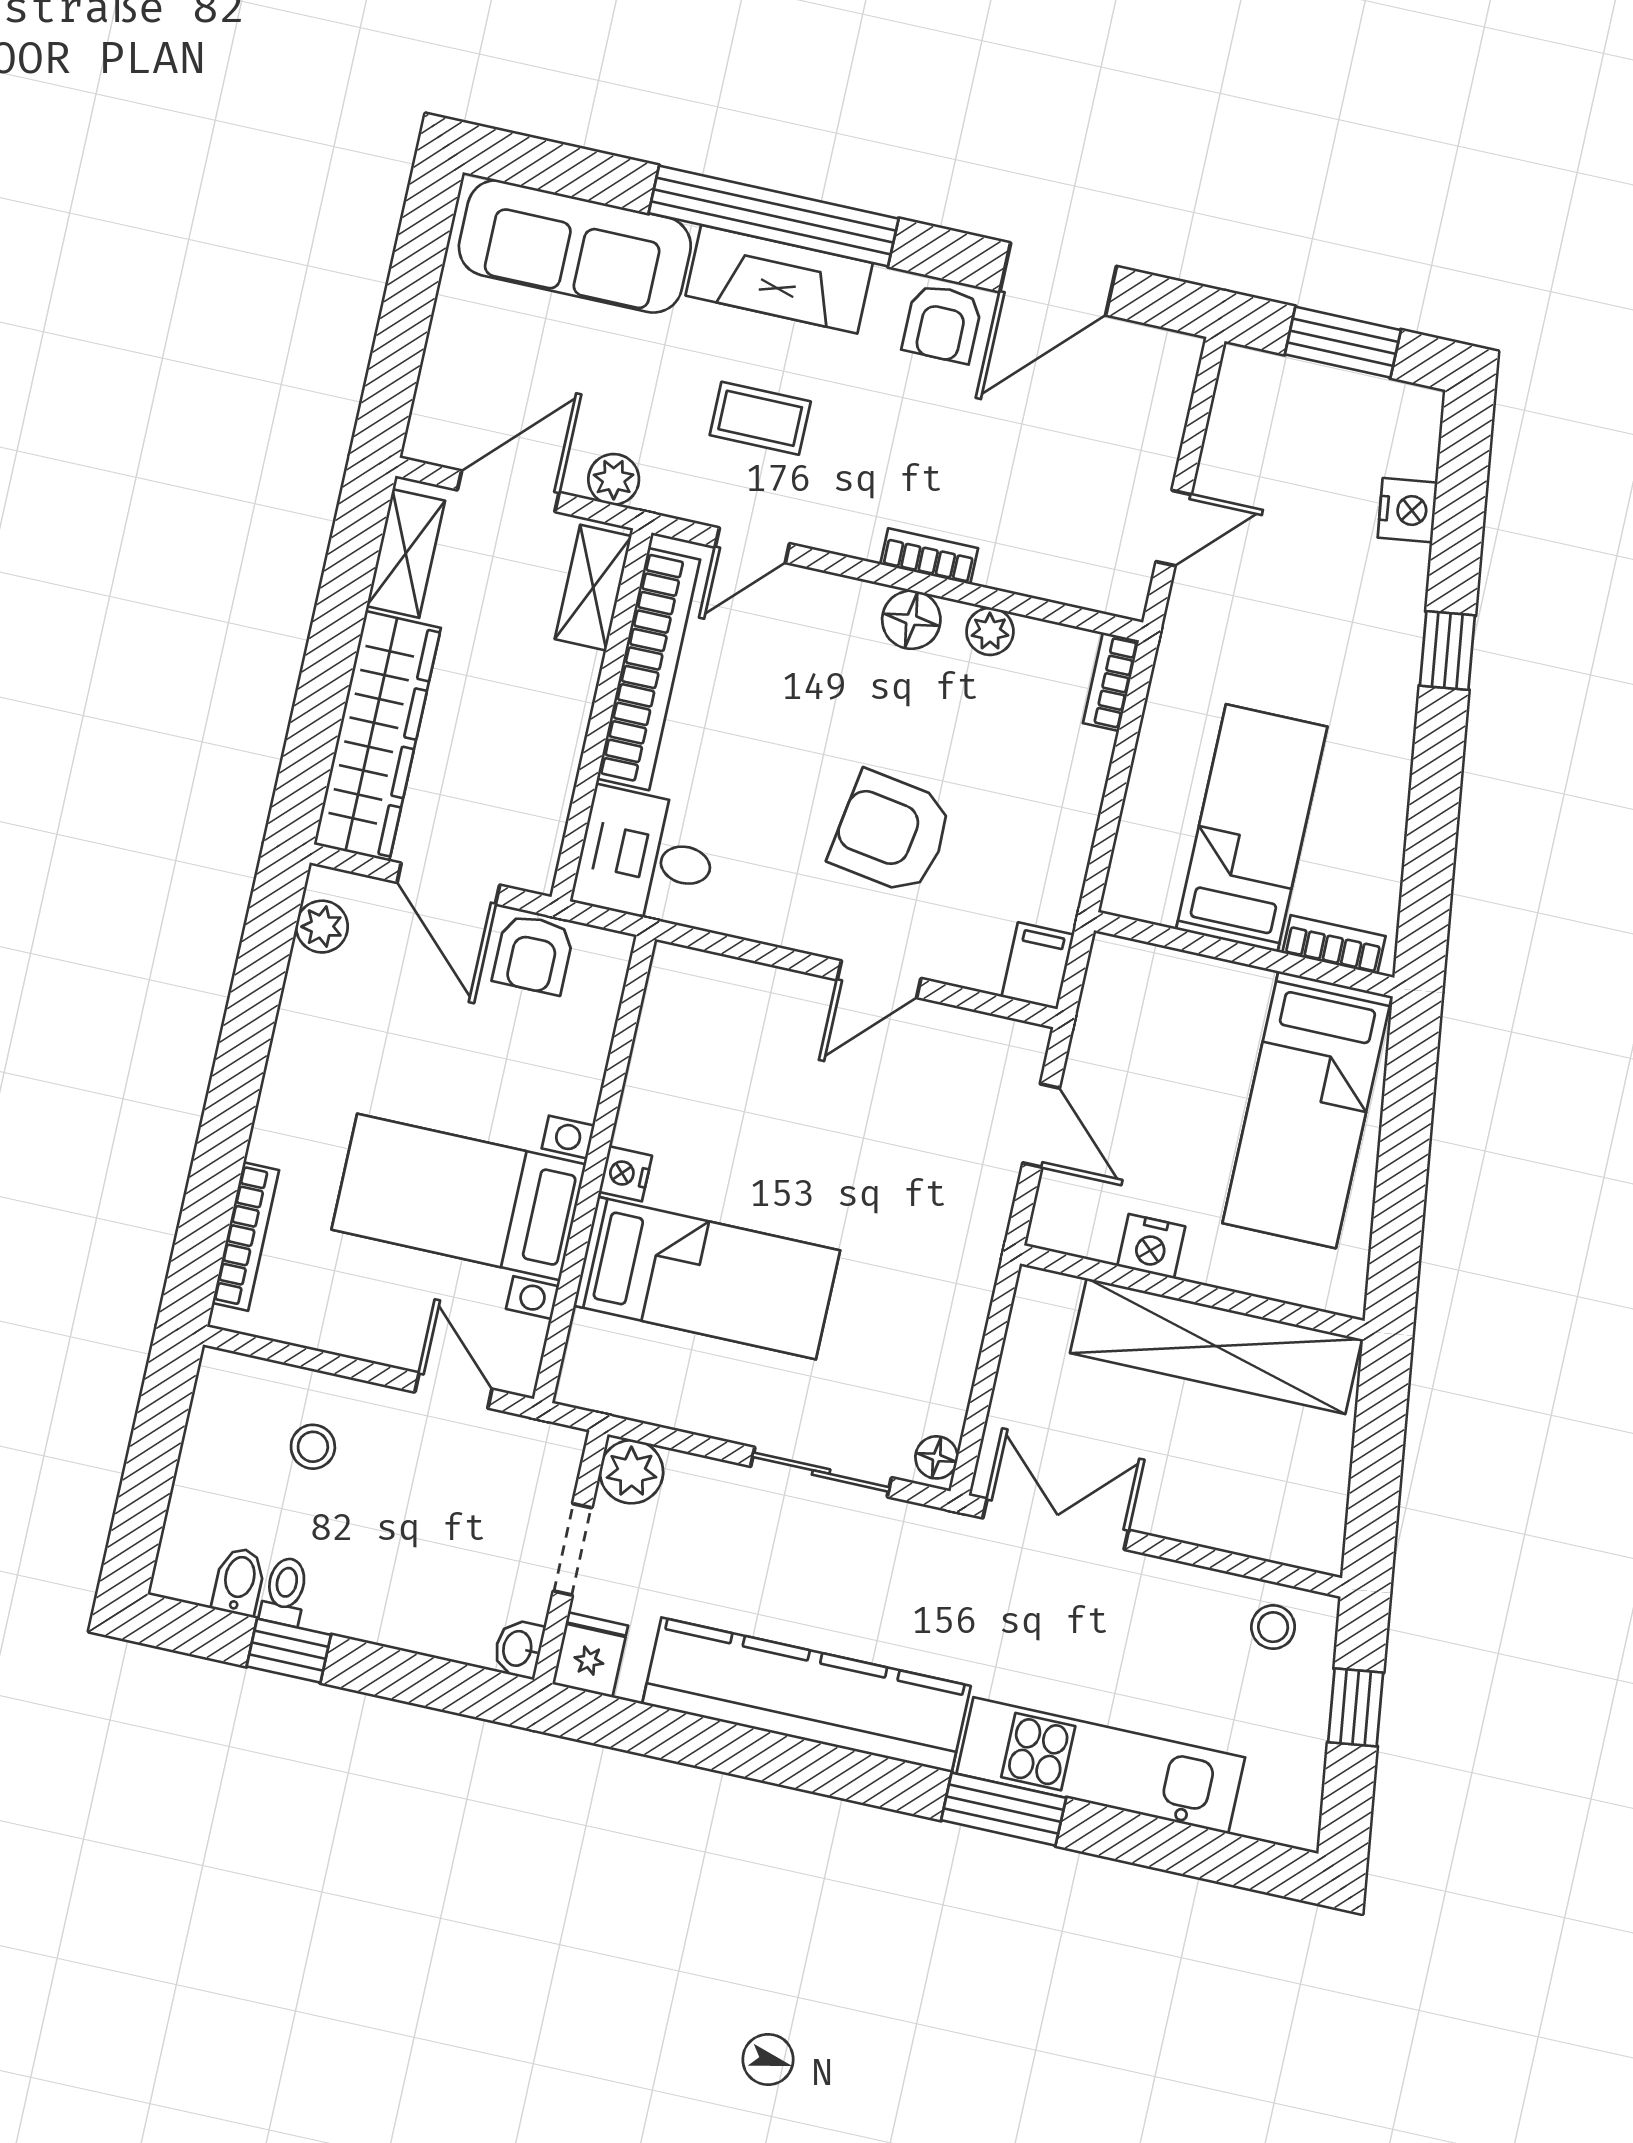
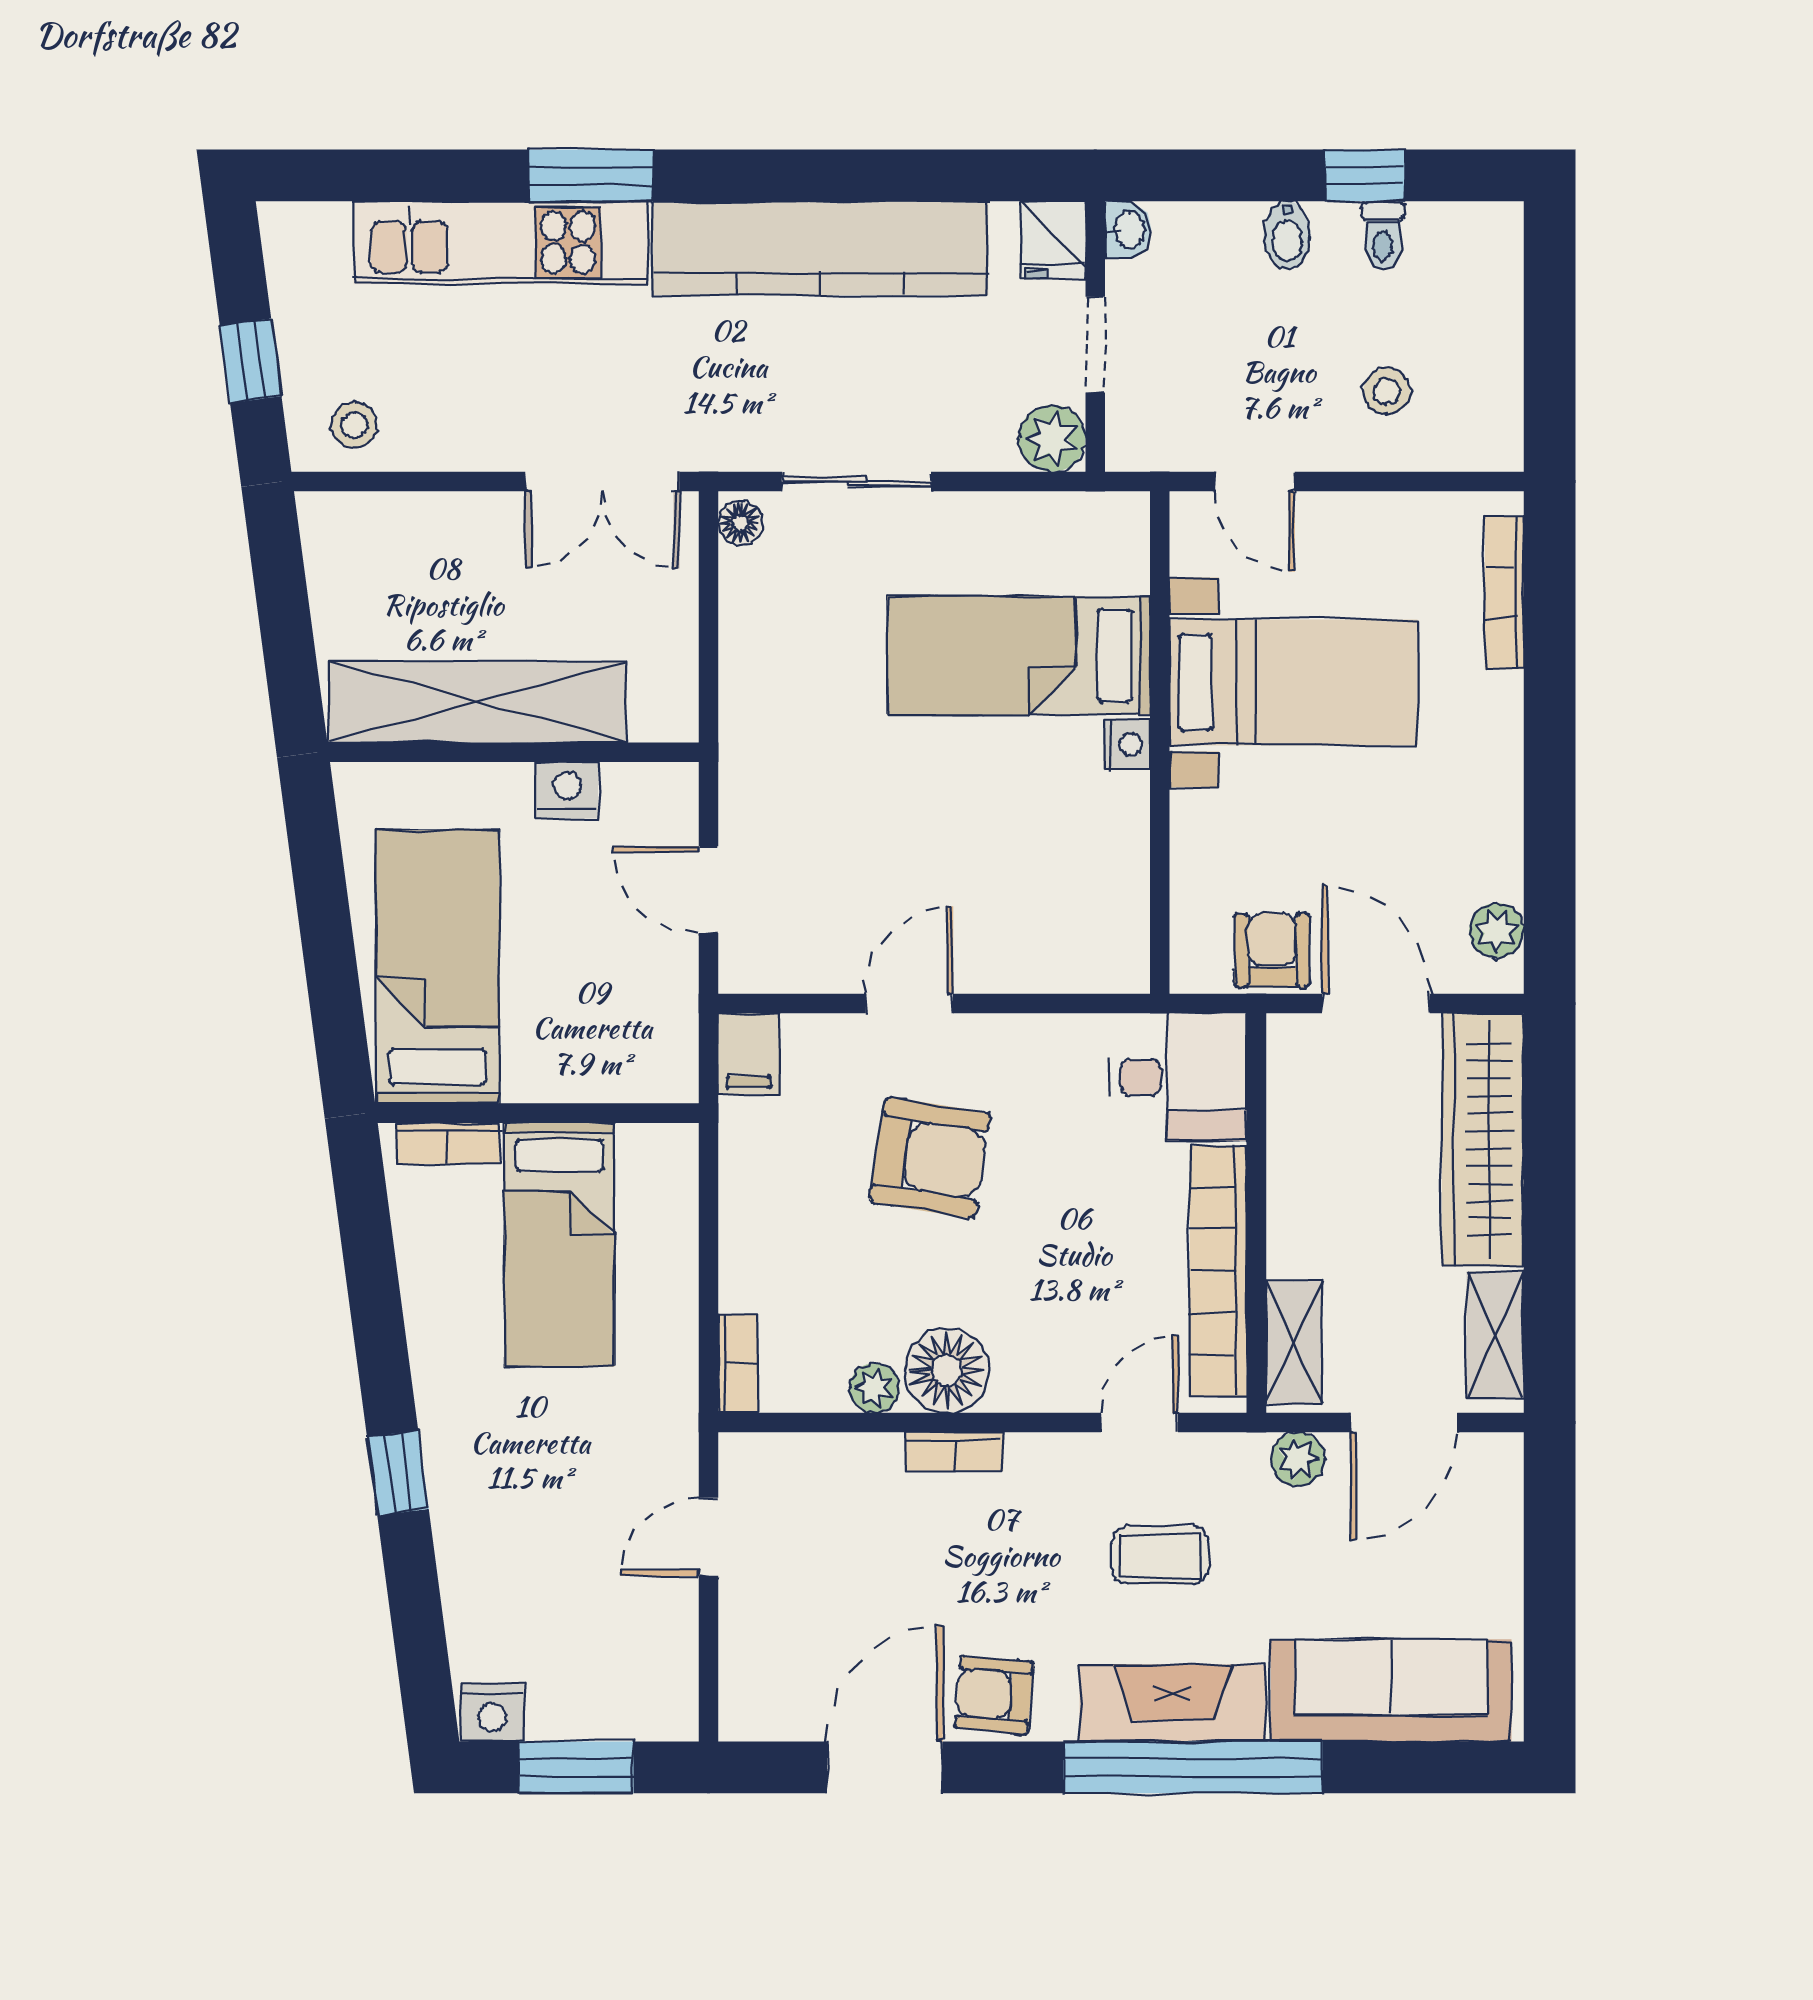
armchair: (942, 323) -> (994, 1695), turned -85
nightstand: (1407, 510) -> (492, 1712), moved, turned -82
floor lamp: (911, 620) -> (947, 1370), width x1.38, depth x1.38
bidet: (239, 1581) -> (1287, 235), moved

